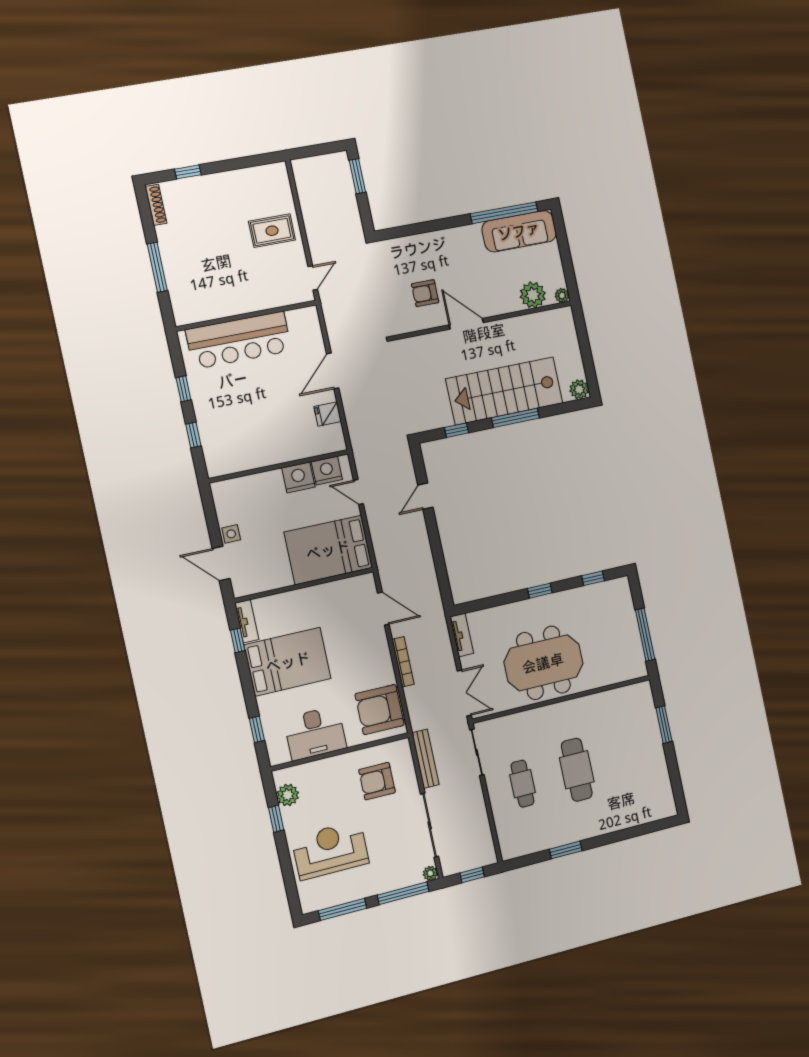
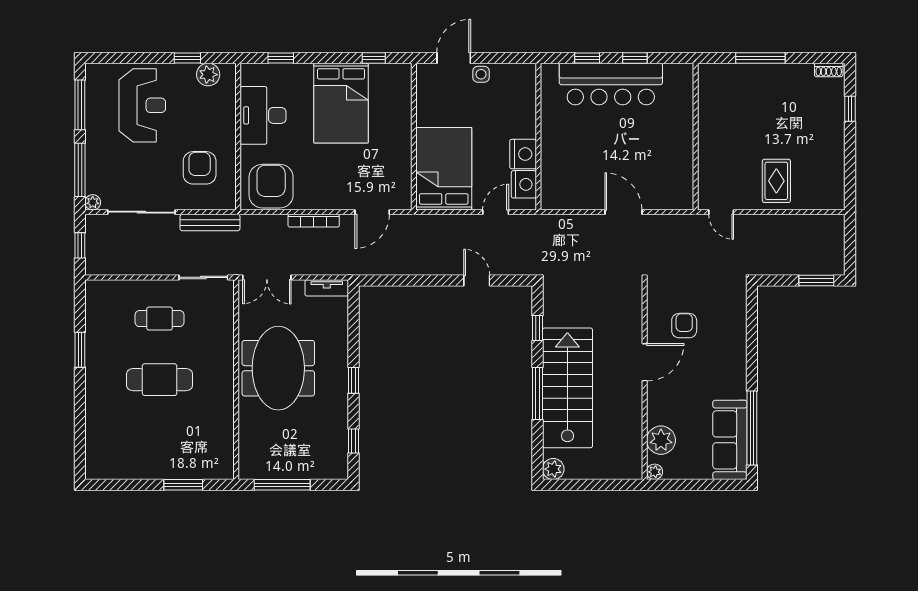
shoe rack: (156, 205) -> (829, 70), width x0.70
bar counter: (239, 340) -> (611, 84), moved, turned -90
fridge: (328, 414) -> (581, 198), removed
tv unit: (247, 621) -> (391, 71), removed

